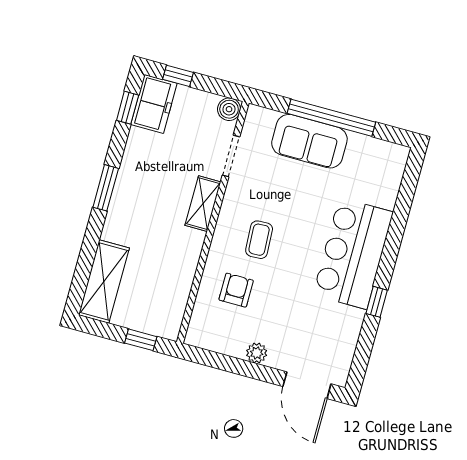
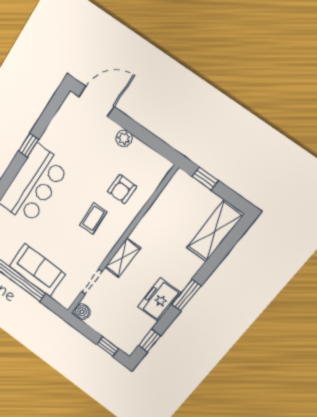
freezer: (154, 104) -> (159, 300), moved
door: (307, 385) -> (97, 102), hinge flipped

